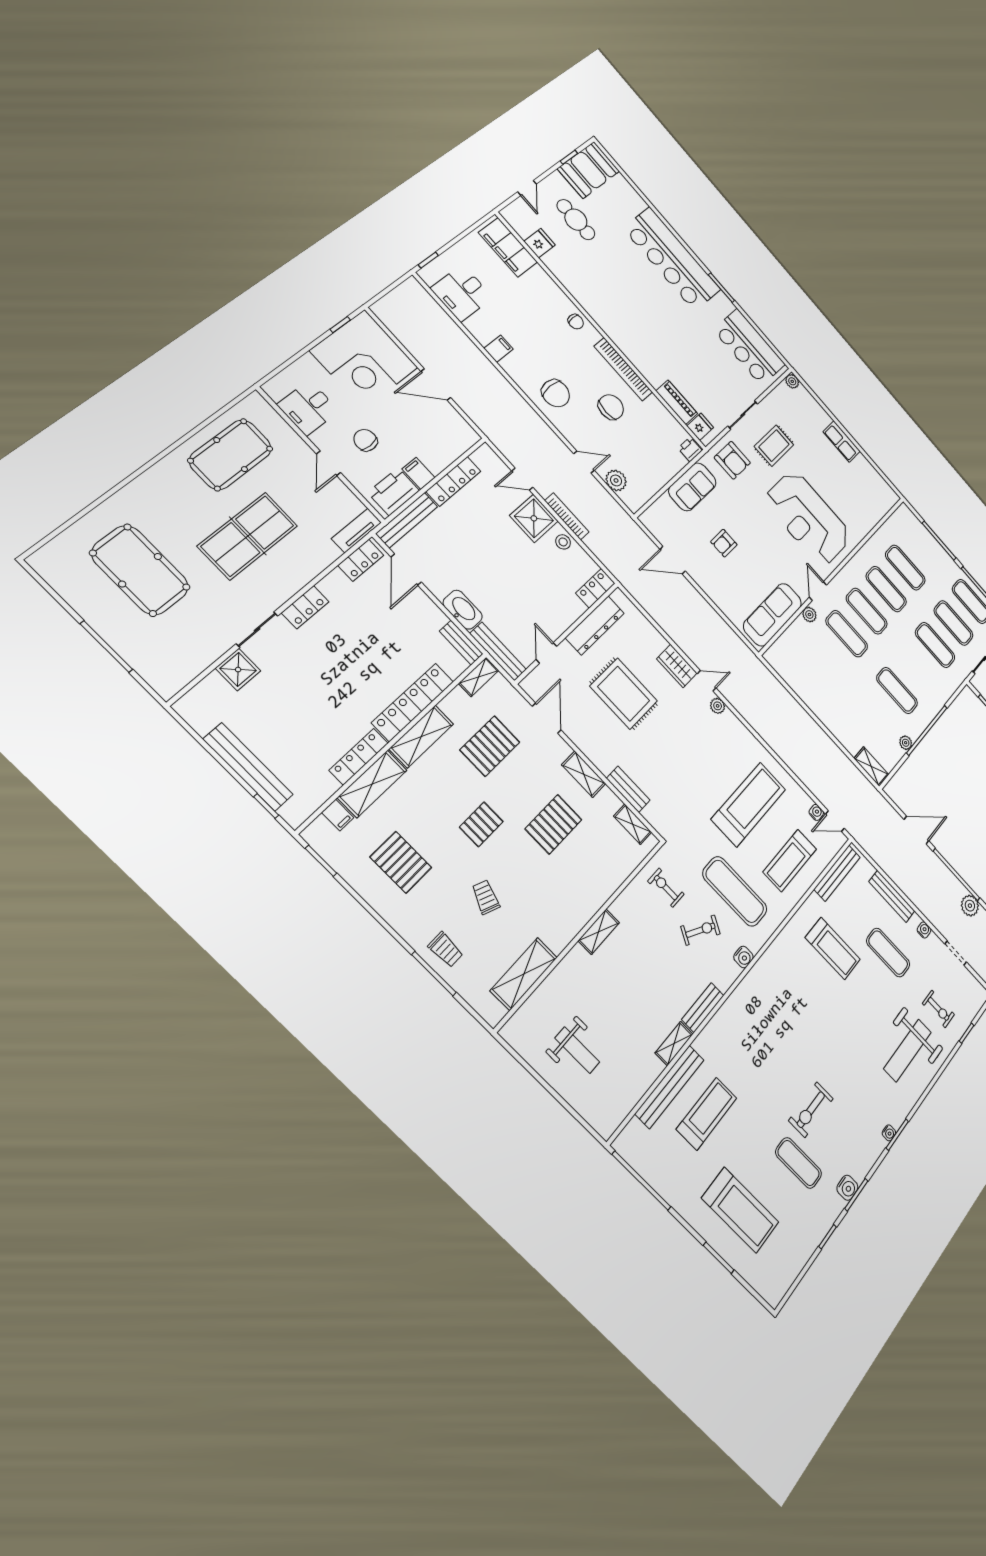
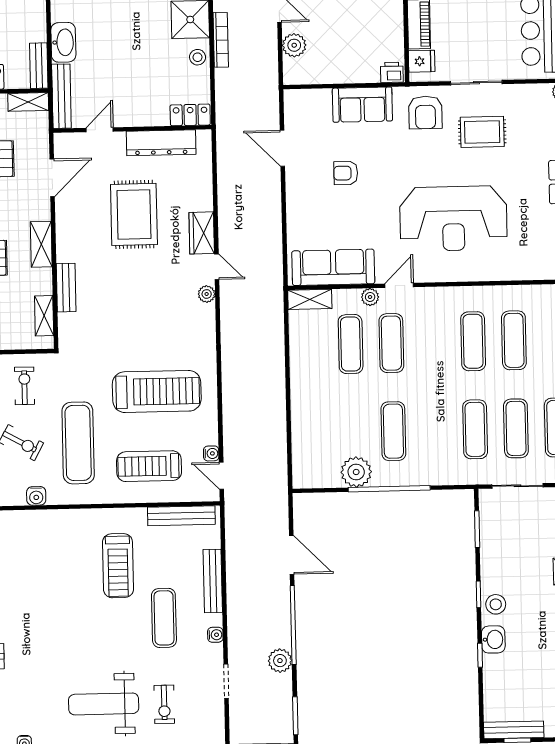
reception desk: (808, 518) -> (453, 219), turned -90
exercise mat: (867, 611) -> (351, 344), moved
plant: (906, 743) -> (356, 472), width x1.88, depth x1.88
shelving: (871, 767) -> (310, 299), moved, turned 90

